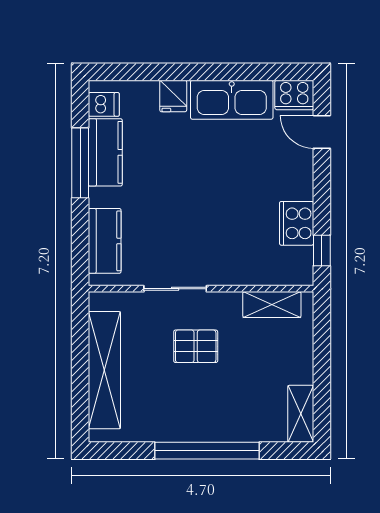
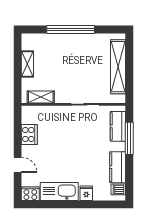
door: (322, 132) -> (18, 165), moved
window: (80, 163) -> (129, 138), moved
window: (322, 250) -> (18, 122), removed
pallet: (196, 346) -> (76, 78), removed
shelving: (301, 414) -> (27, 64), moved

